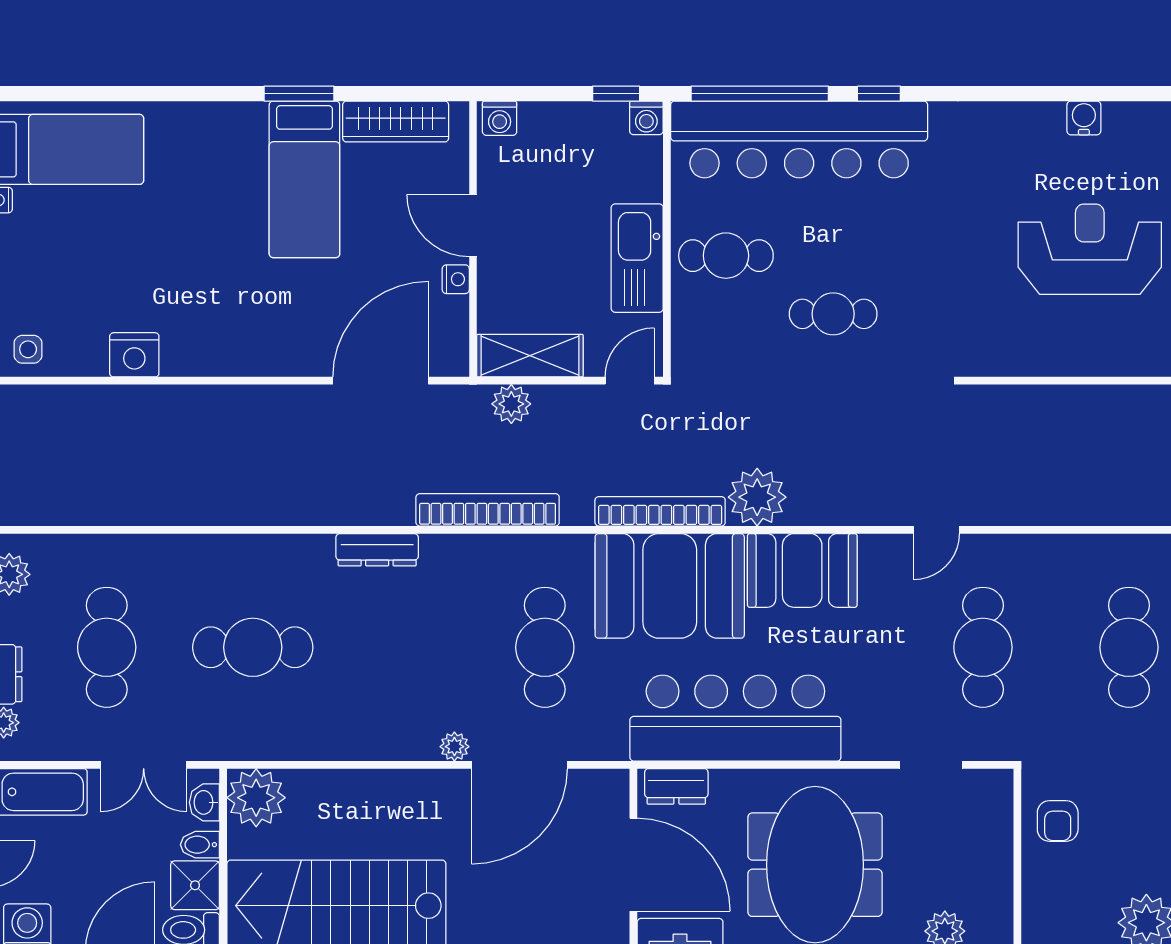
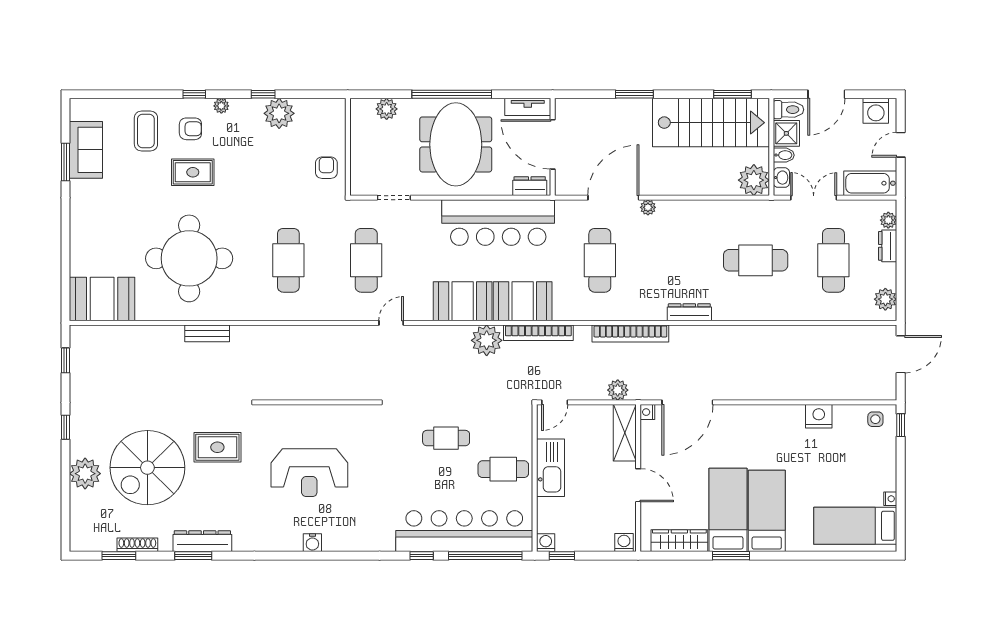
bed: (232, 177) -> (767, 511), added
nightstand: (456, 279) -> (647, 412), moved
shelving: (530, 356) -> (625, 433), moved, turned 90
booth: (670, 586) -> (523, 301), width x0.73, depth x0.70

